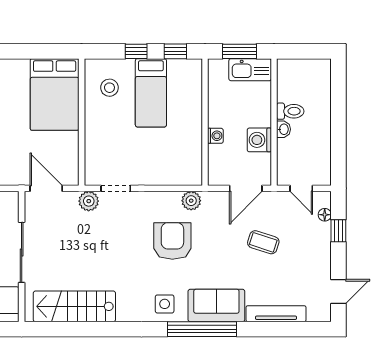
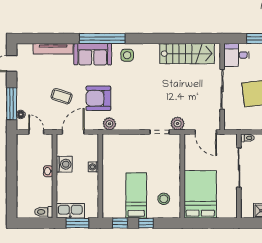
toilet: (290, 111) -> (44, 212), moved
window: (338, 231) -> (12, 104), width x2.17
armchair: (172, 241) -> (98, 98), moved, turned 90

